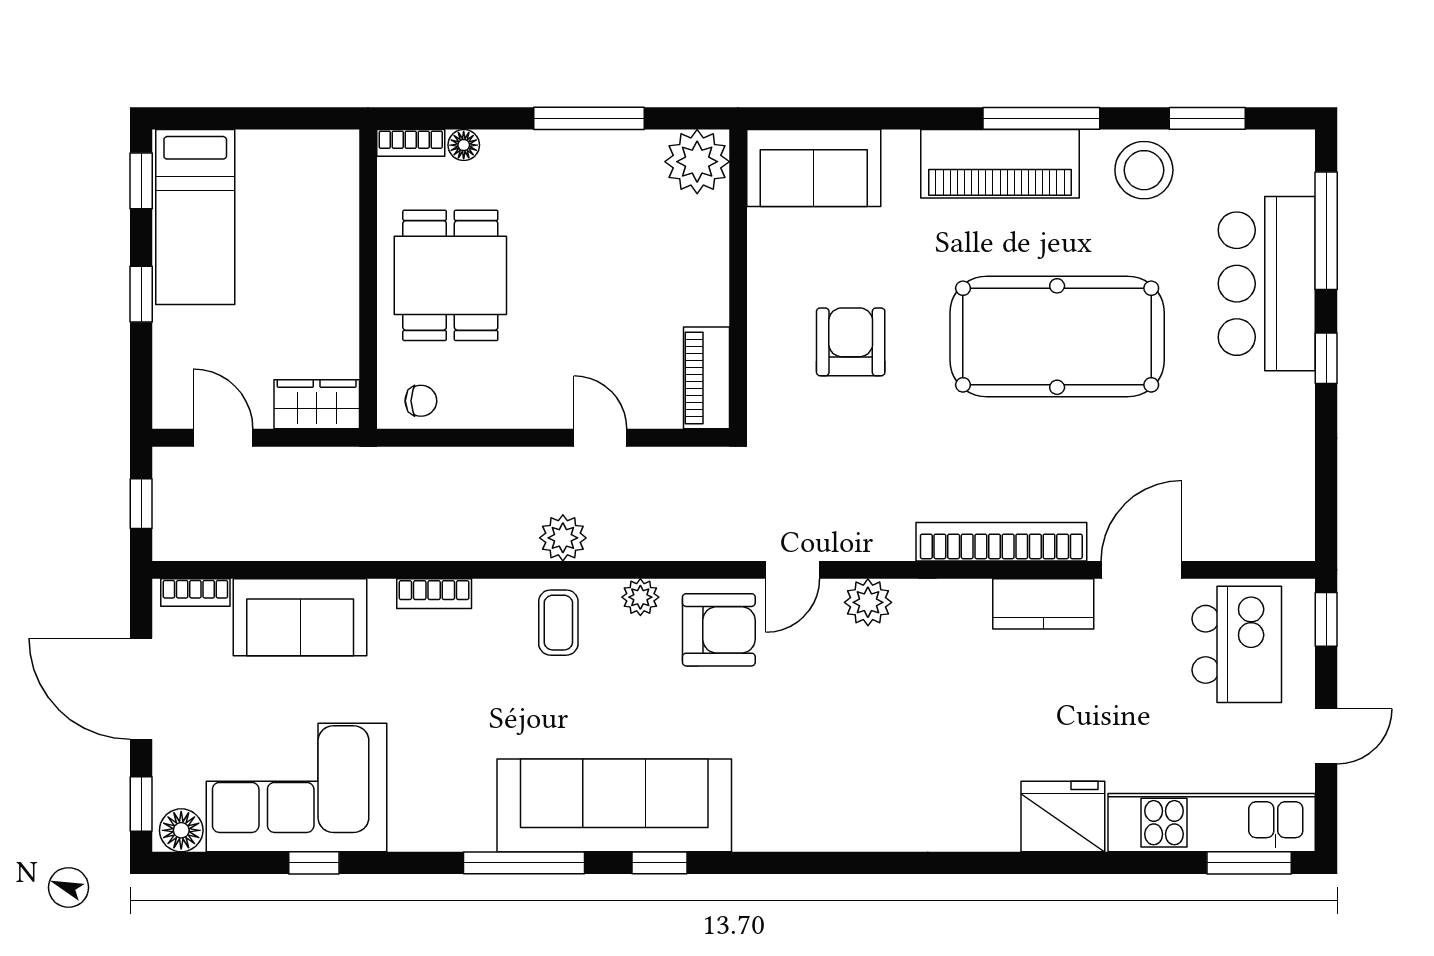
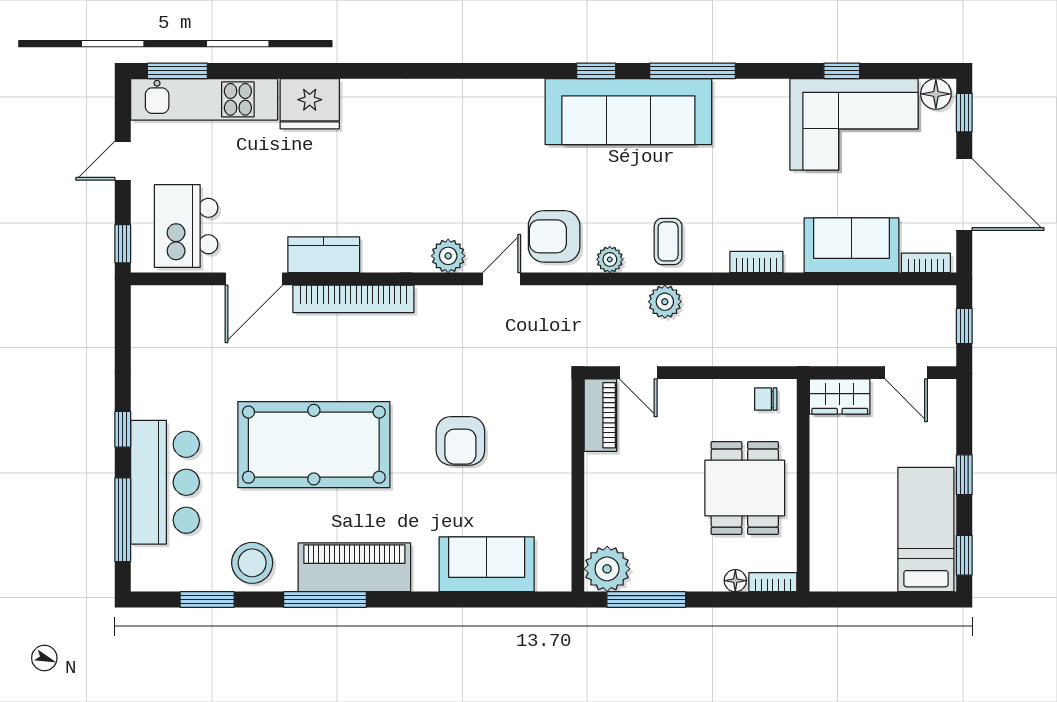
plant: (697, 162) -> (607, 569), moved
wall: (738, 279) -> (578, 485), moved
piano: (706, 378) -> (600, 415), moved

